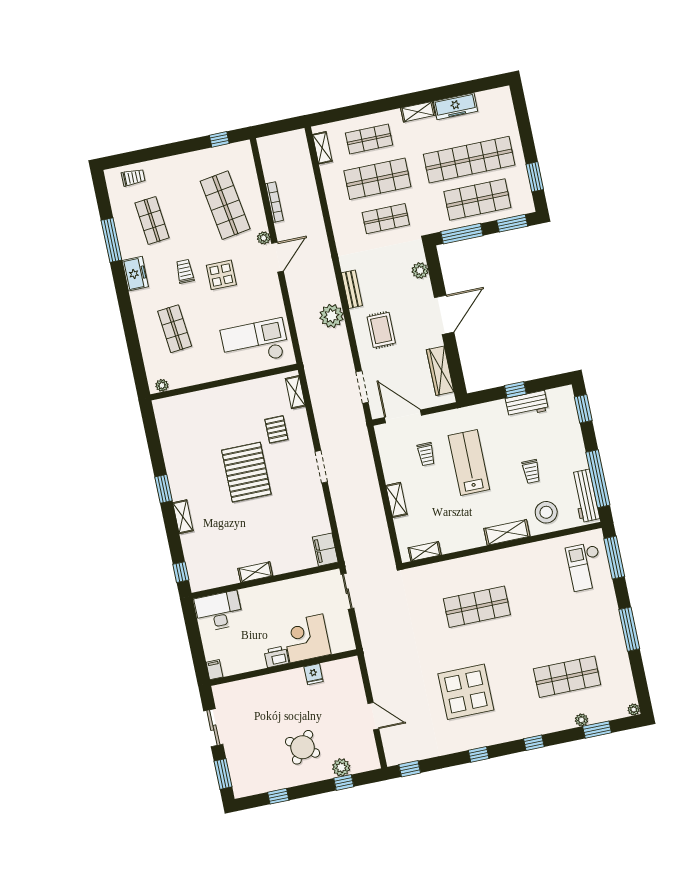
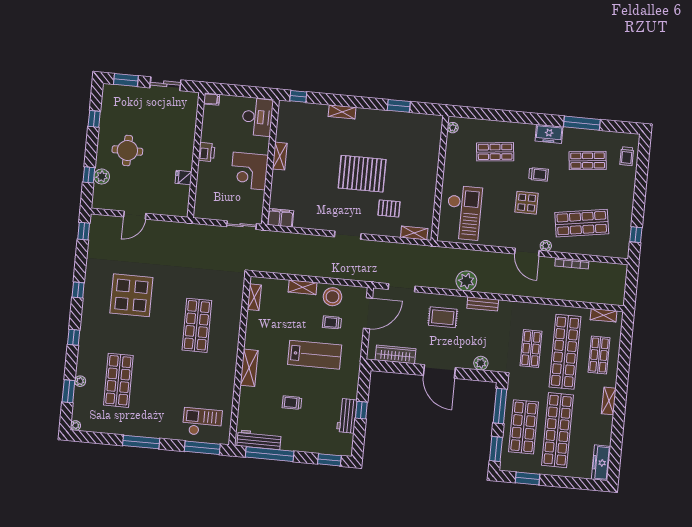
freezer: (456, 106) -> (601, 463), moved
shop shelf: (377, 179) -> (565, 352), width x1.40
window: (163, 489) -> (399, 106), moved
stool: (546, 512) -> (332, 297), moved
corner desk: (306, 638) -> (249, 171), moved, turned 180
round table: (303, 747) -> (127, 151), turned -36

